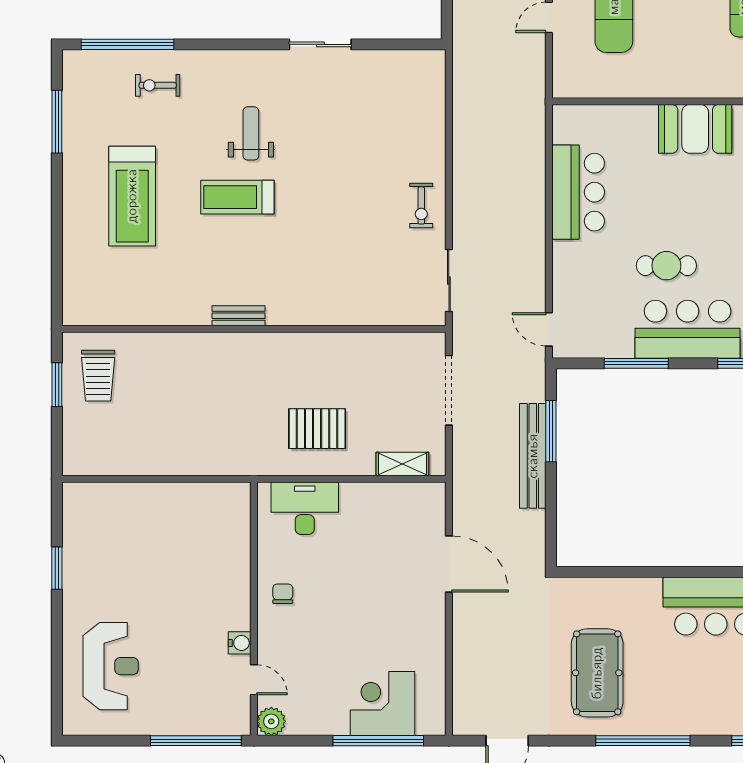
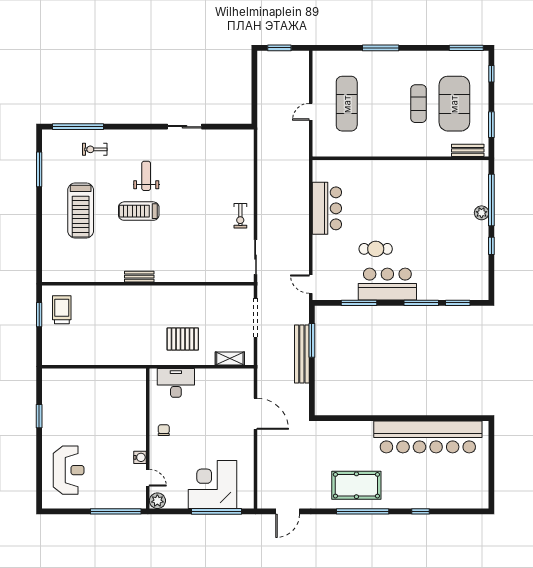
booth: (695, 129) -> (392, 173), removed
trolley: (98, 376) -> (62, 310), turned 180
pool table: (597, 673) -> (356, 485), moved, turned 90
corner desk: (382, 704) -> (212, 484), width x1.36, depth x1.36

